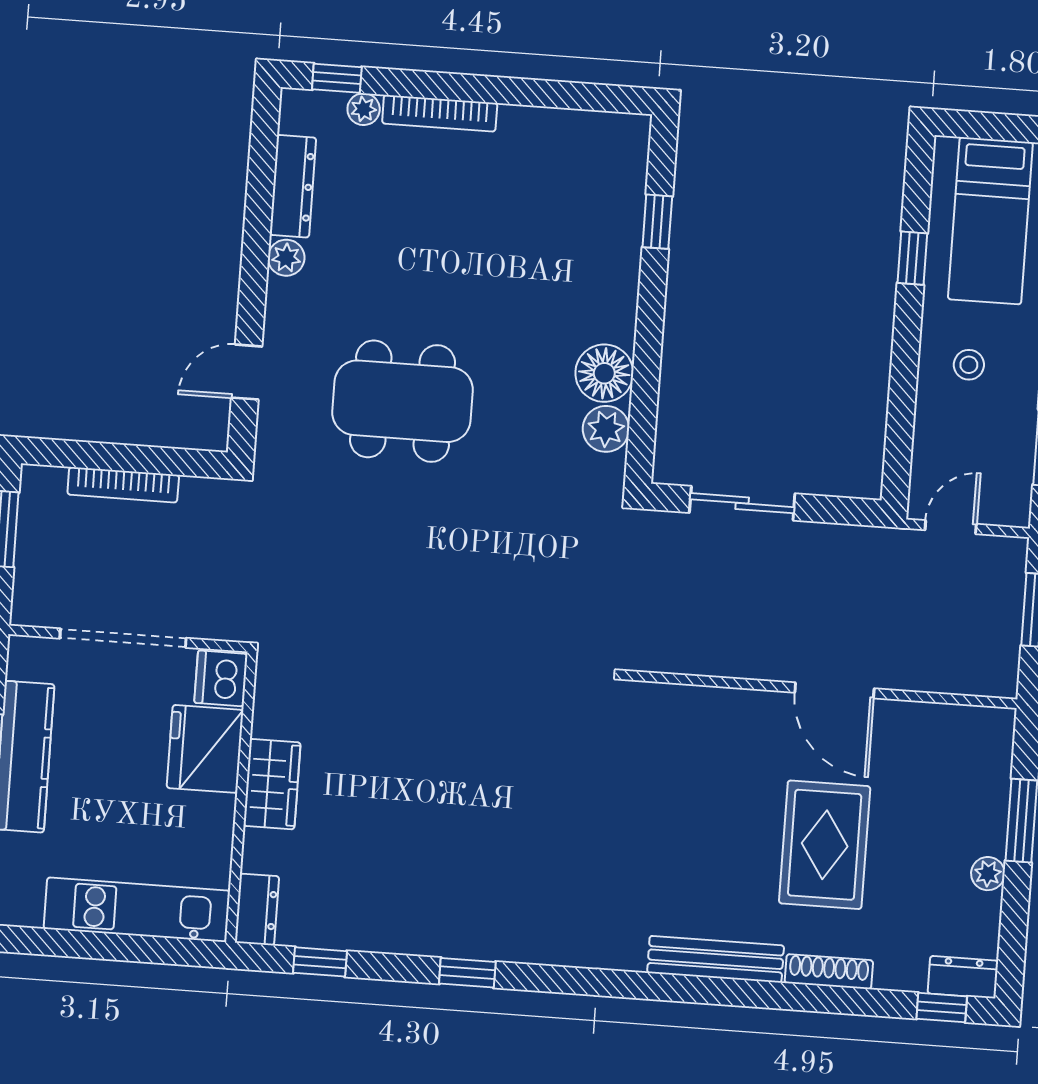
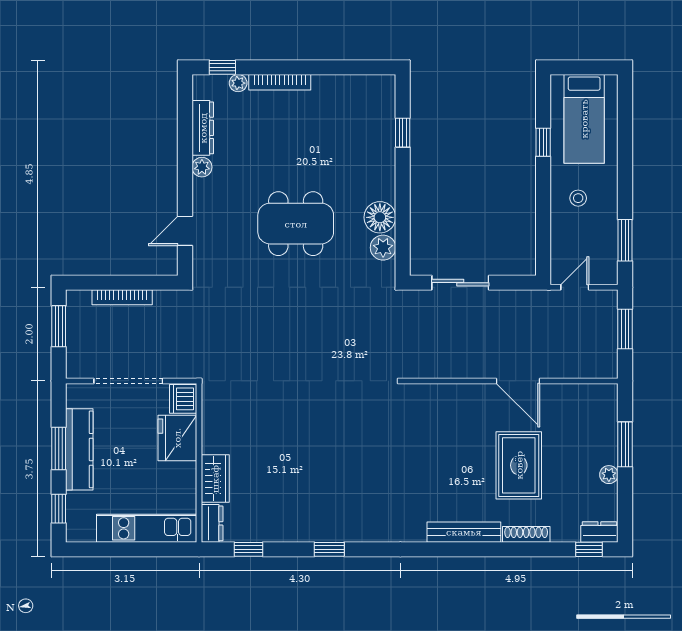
dining table: (402, 401) -> (296, 224), moved
wardrobe: (272, 784) -> (215, 479), moved

